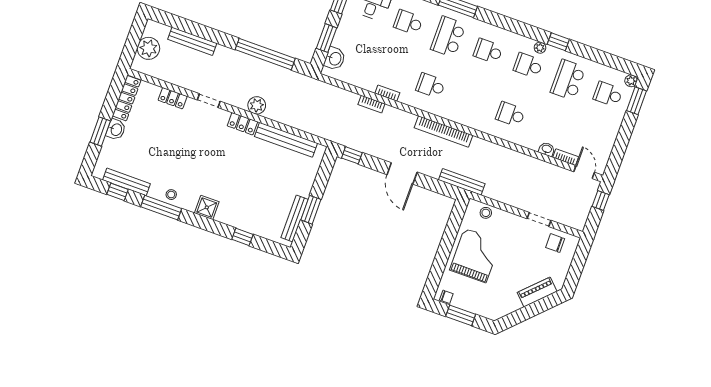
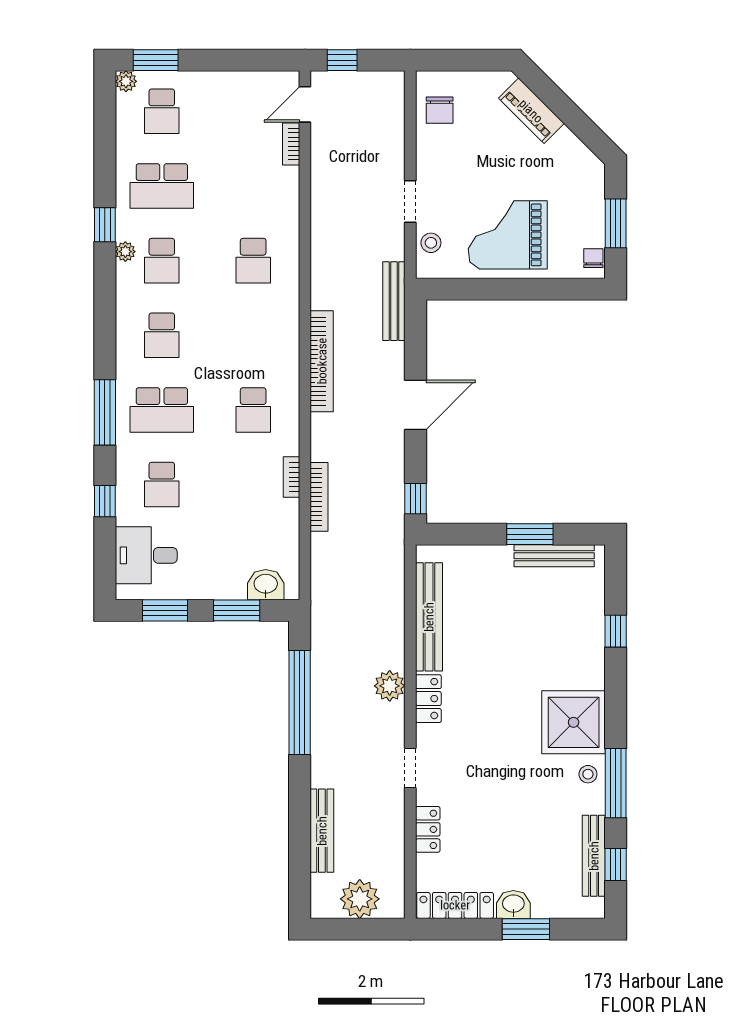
bookcase: (371, 104) -> (319, 497), width x1.56
washbasin: (547, 149) -> (289, 180), removed
shower: (207, 207) -> (574, 722), width x1.86, depth x1.86
doorway: (539, 220) -> (410, 201), moved

